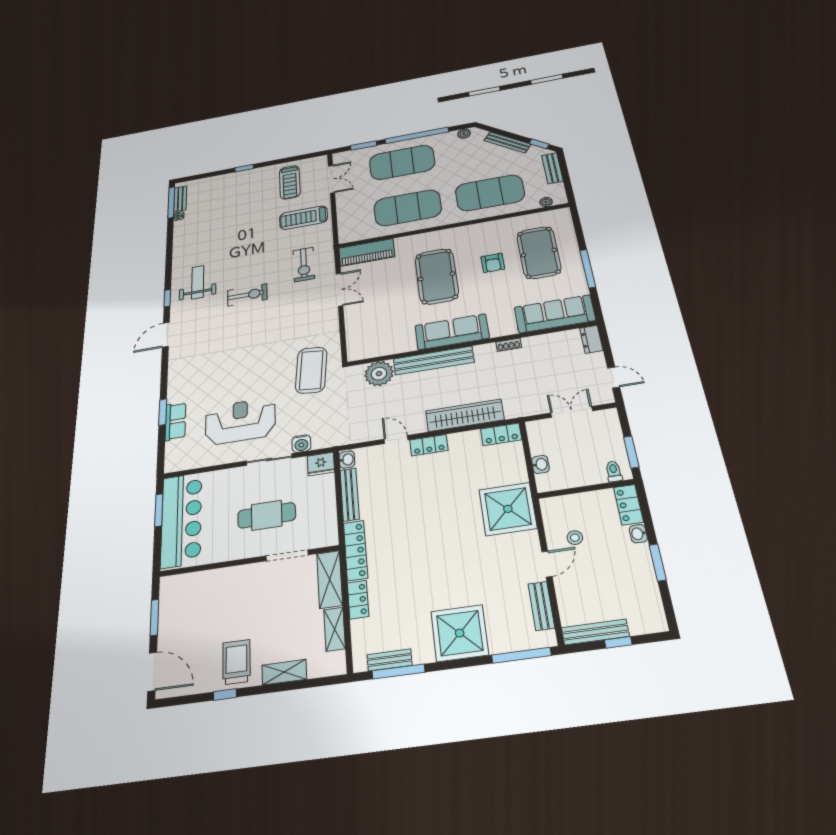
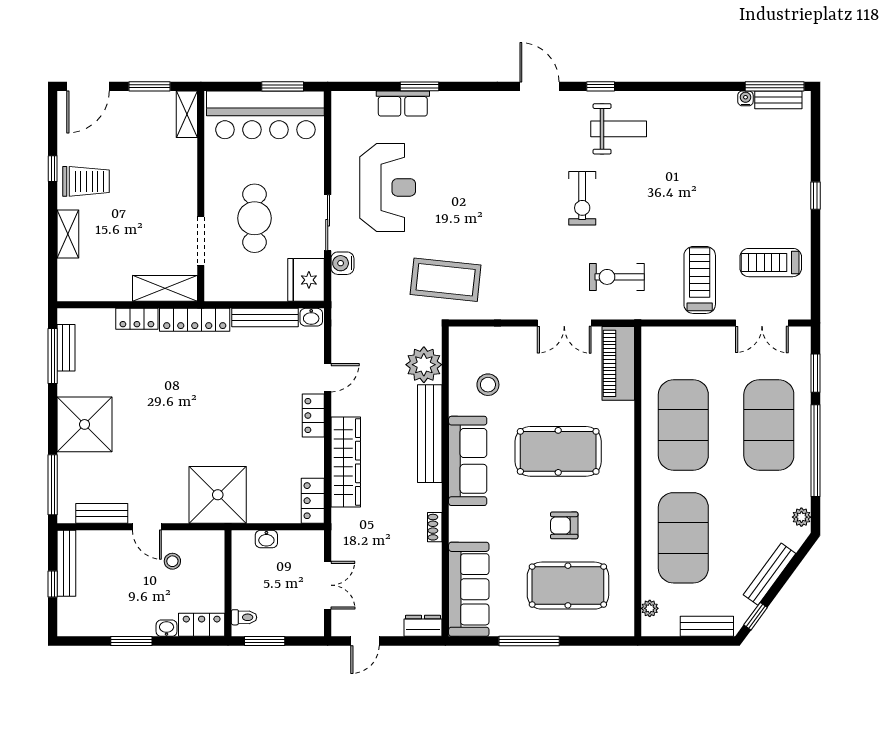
stool: (391, 329) -> (488, 385), added
fridge: (321, 464) -> (306, 280), width x1.36, depth x1.34
shelving: (335, 629) -> (187, 114), moved, turned 90

